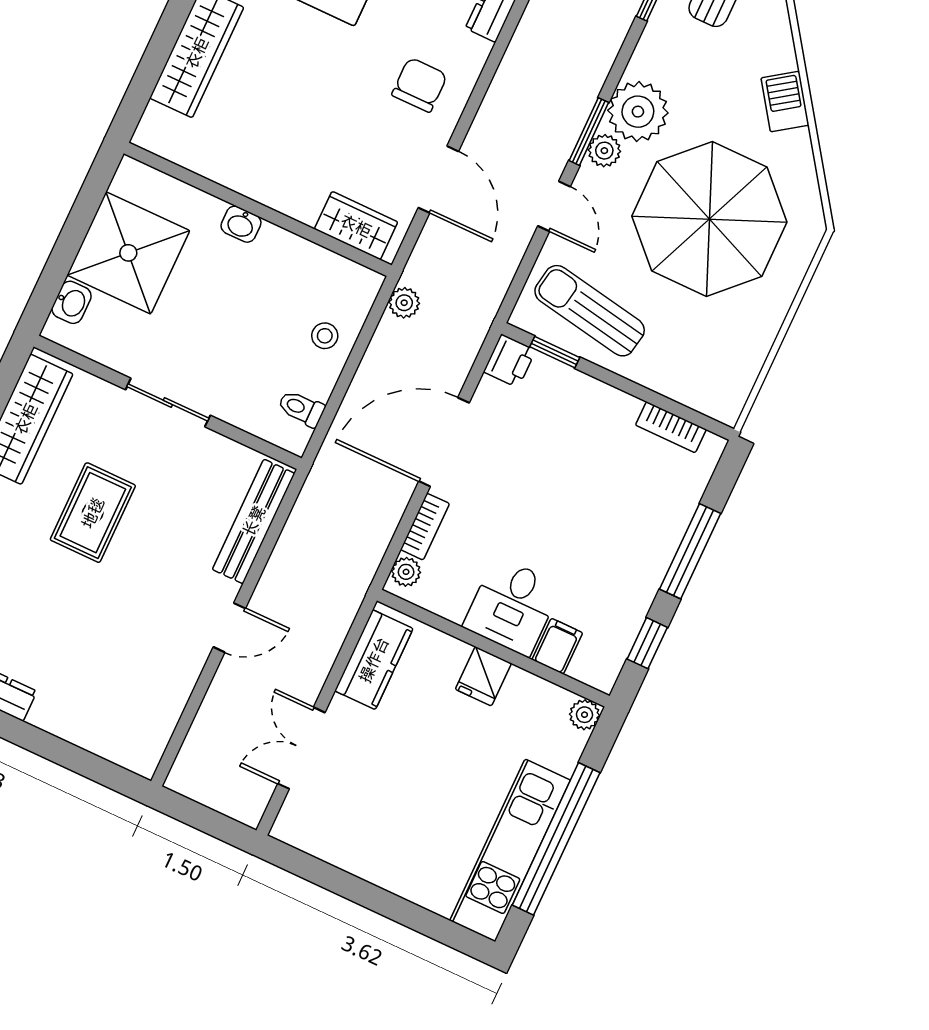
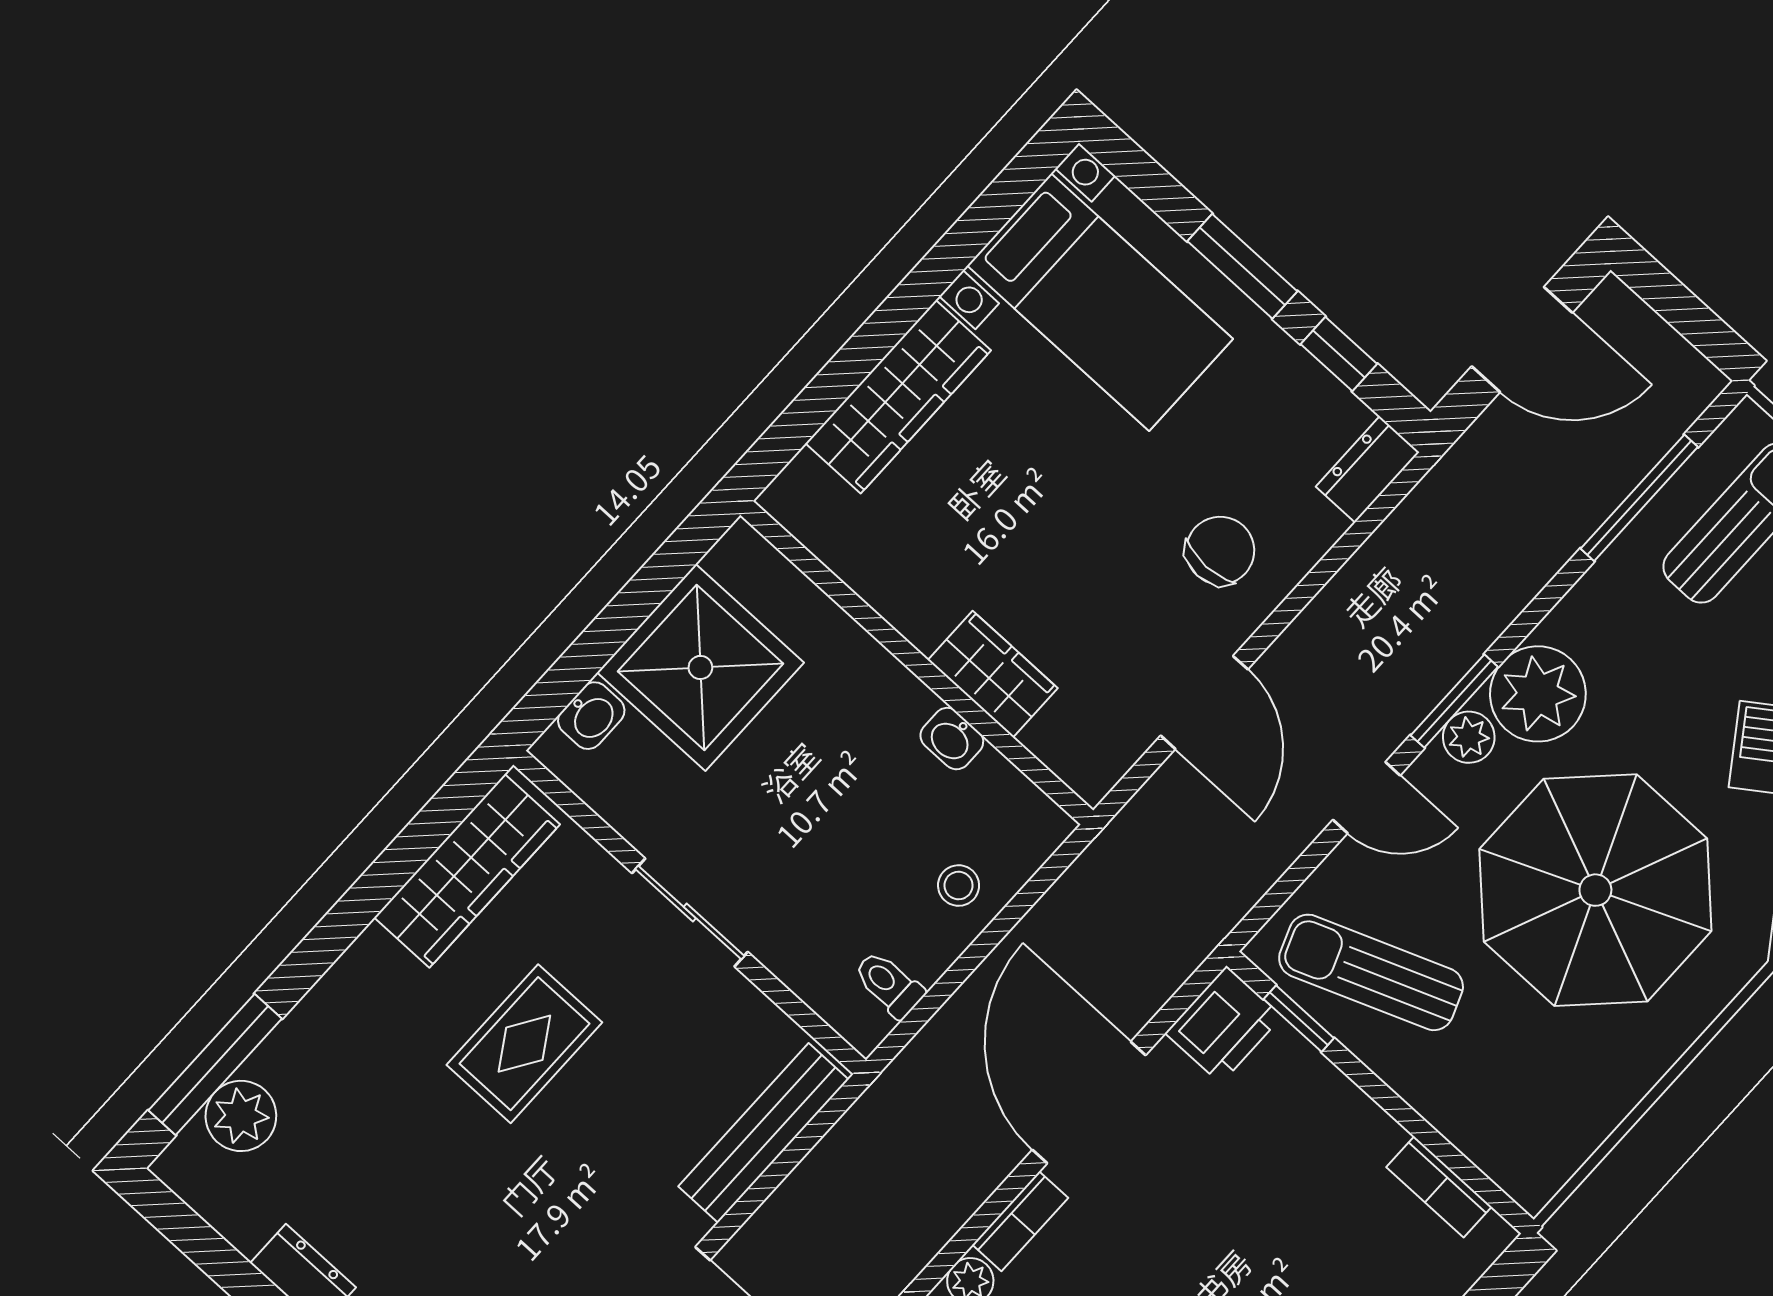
door: (554, 206) -> (1366, 798), hinge flipped
washbasin: (241, 224) -> (952, 739), moved
wardrobe: (356, 226) -> (993, 674), moved
plant: (404, 303) -> (1094, 873), removed
sun lounger: (590, 311) -> (1371, 972), turned -31
printer: (510, 361) -> (1224, 1025), width x1.36, depth x1.24
door: (444, 442) -> (1089, 1103), hinge flipped

